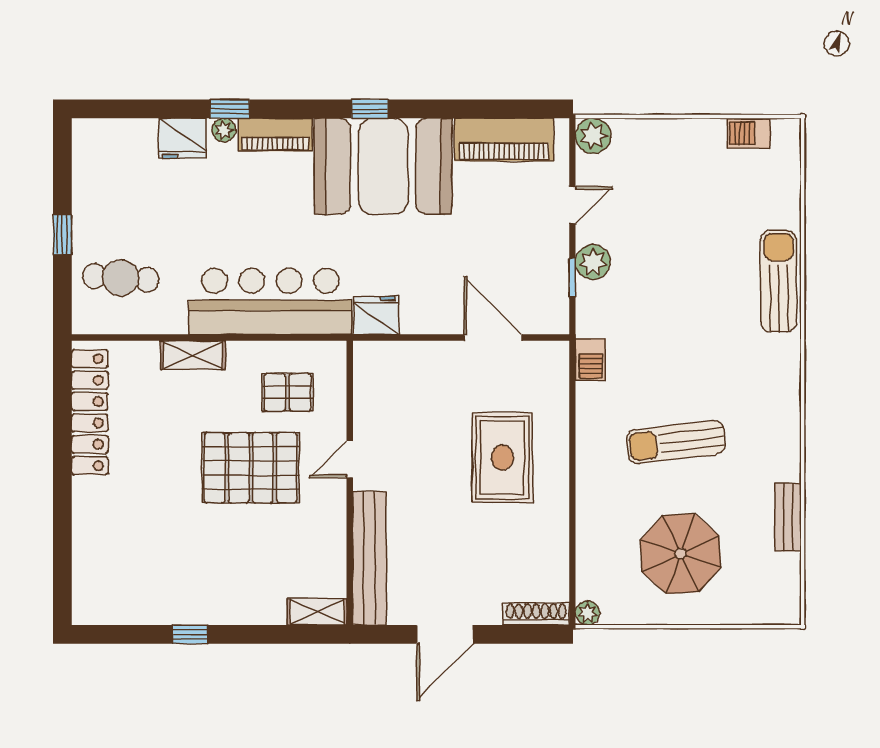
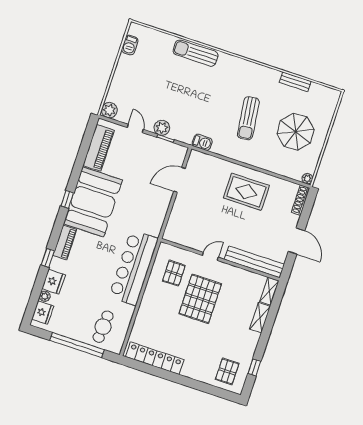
plant: (224, 130) -> (45, 296), moved
window: (62, 235) -> (77, 345), width x3.17
fridge: (376, 315) -> (43, 313), moved, turned 180
shelving: (193, 355) -> (260, 318), moved
rug: (502, 458) -> (246, 192), moved
door: (350, 459) -> (210, 256), swing flipped
pallet: (113, 578) -> (227, 371), added
window: (190, 634) -> (254, 367), moved

